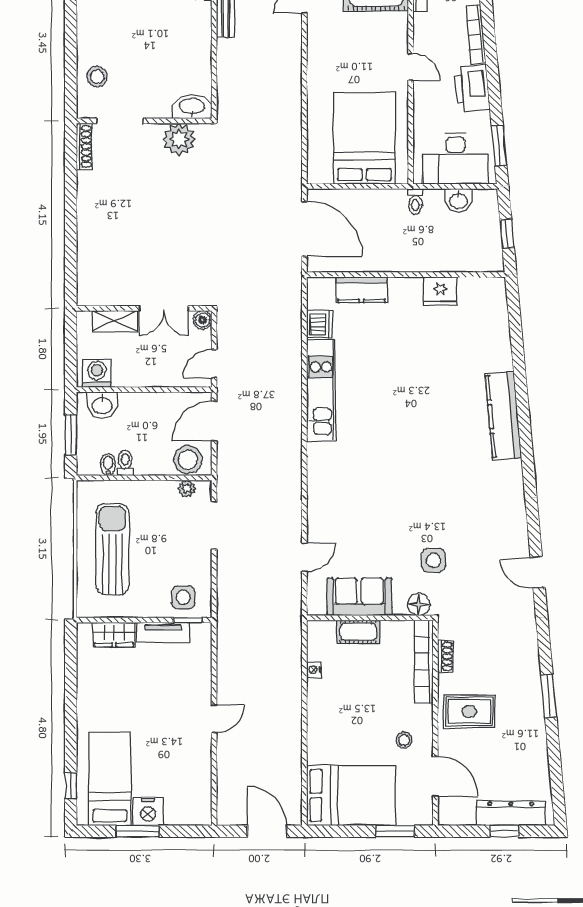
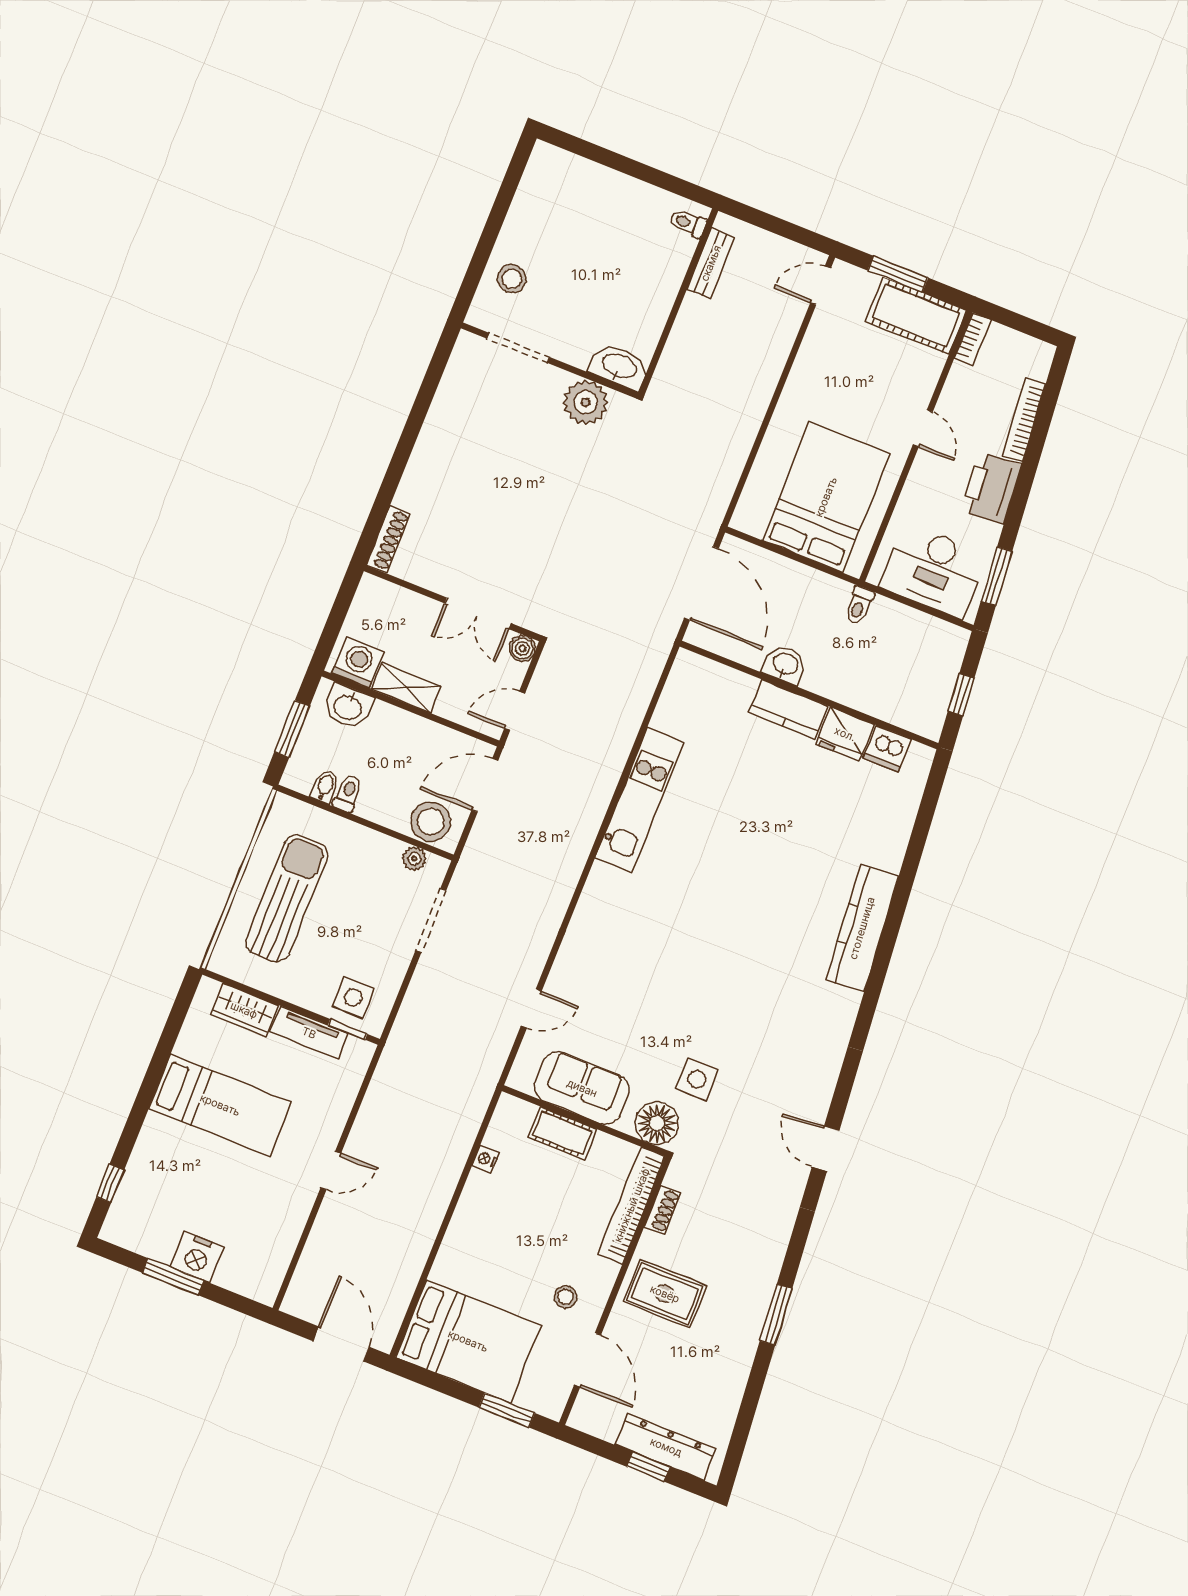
shoe rack: (84, 146) -> (388, 539), moved
washbasin: (458, 200) -> (785, 664), moved, turned 180
kitchen counter: (362, 290) -> (788, 709), moved
shelving: (115, 321) -> (406, 688), moved
dishwasher: (320, 324) -> (887, 749), moved, turned 90
floor lamp: (419, 604) -> (657, 1123), width x1.38, depth x1.38
bed: (110, 779) -> (220, 1105), moved, turned 90

